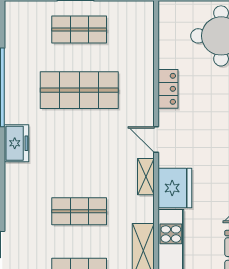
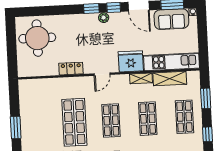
shop shelf: (79, 30) -> (111, 120), moved
shelving: (146, 177) -> (141, 78), moved

